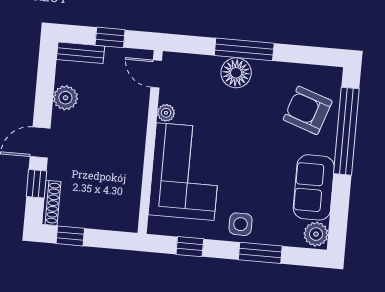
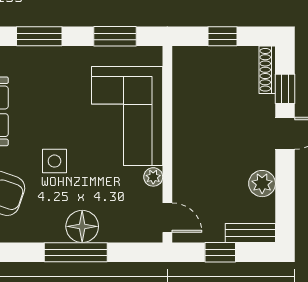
side table: (241, 224) -> (54, 161), moved
window: (70, 236) -> (223, 36), moved
window: (190, 247) -> (115, 36), width x1.50

